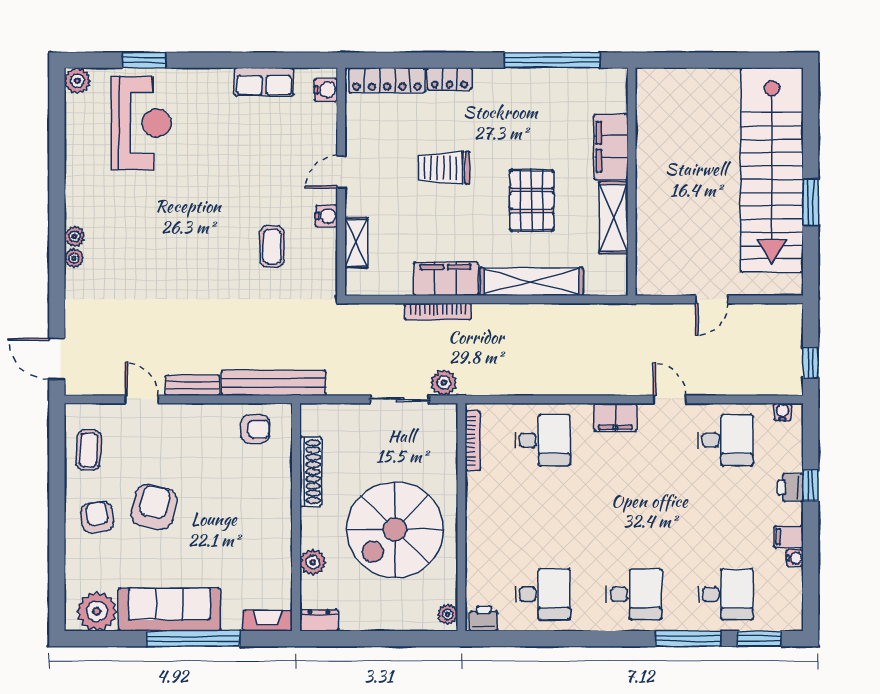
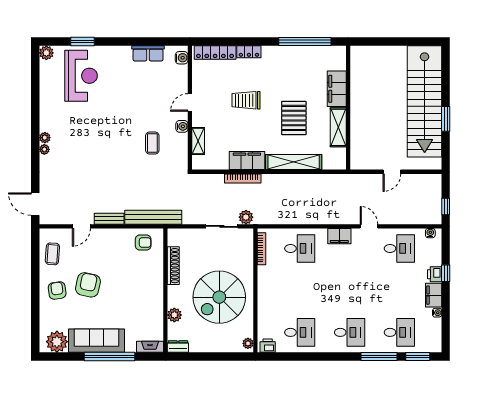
door: (142, 399) -> (81, 226), swing flipped
filing cabinet: (788, 537) -> (434, 295), width x2.00

